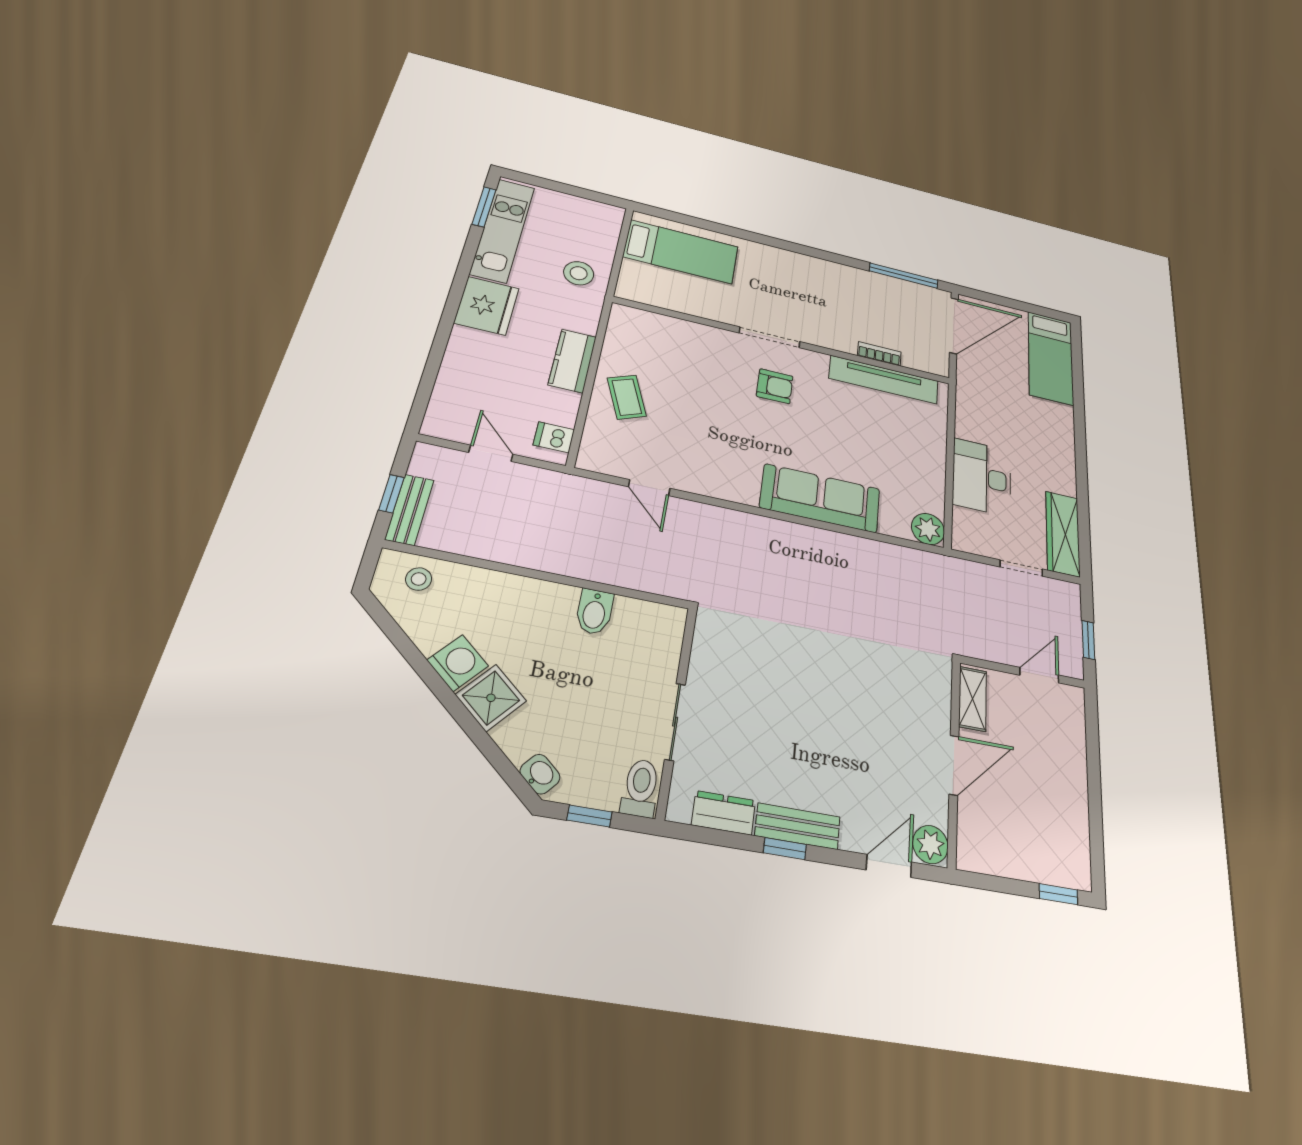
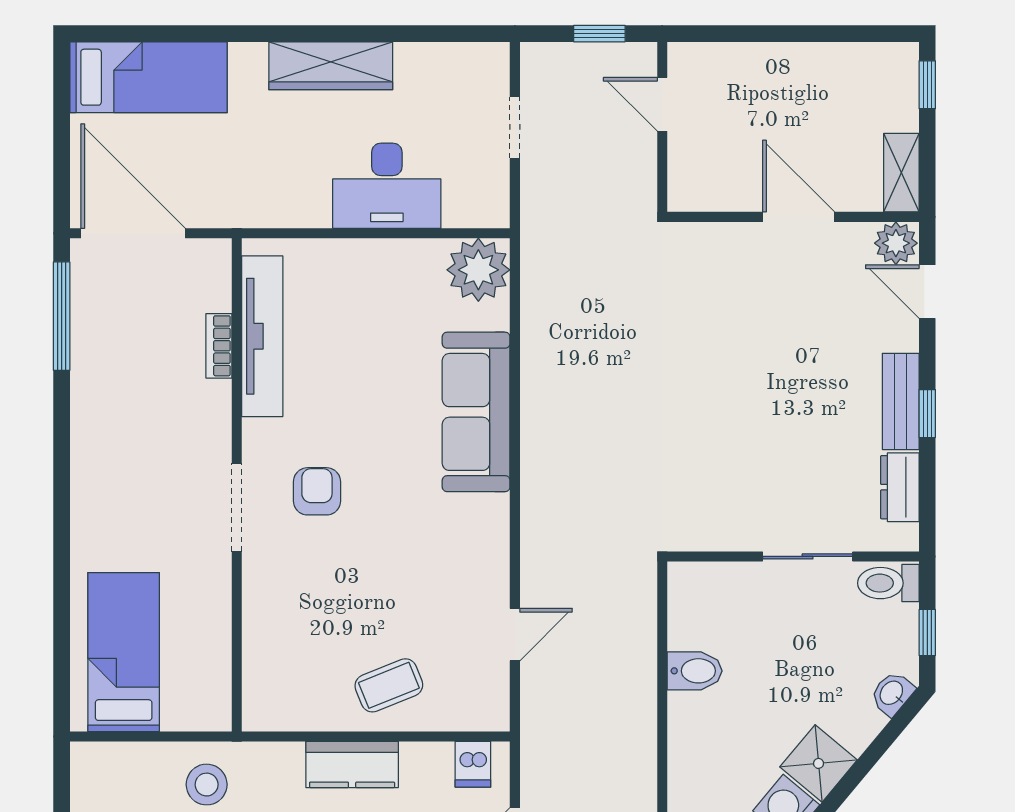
plant: (928, 529) -> (478, 270), width x1.36, depth x1.36
wardrobe: (1063, 534) -> (331, 66), moved
shelving: (973, 699) -> (901, 173), moved, turned 90

